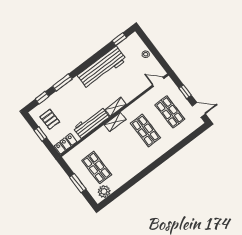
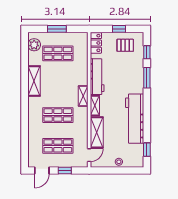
shelving: (136, 89) -> (97, 132), added
shelving: (133, 170) -> (34, 81), added

